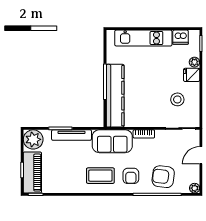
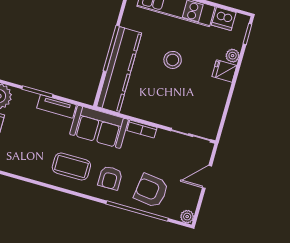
stool: (177, 99) -> (173, 60), moved
tv unit: (72, 135) -> (57, 106), width x0.71

